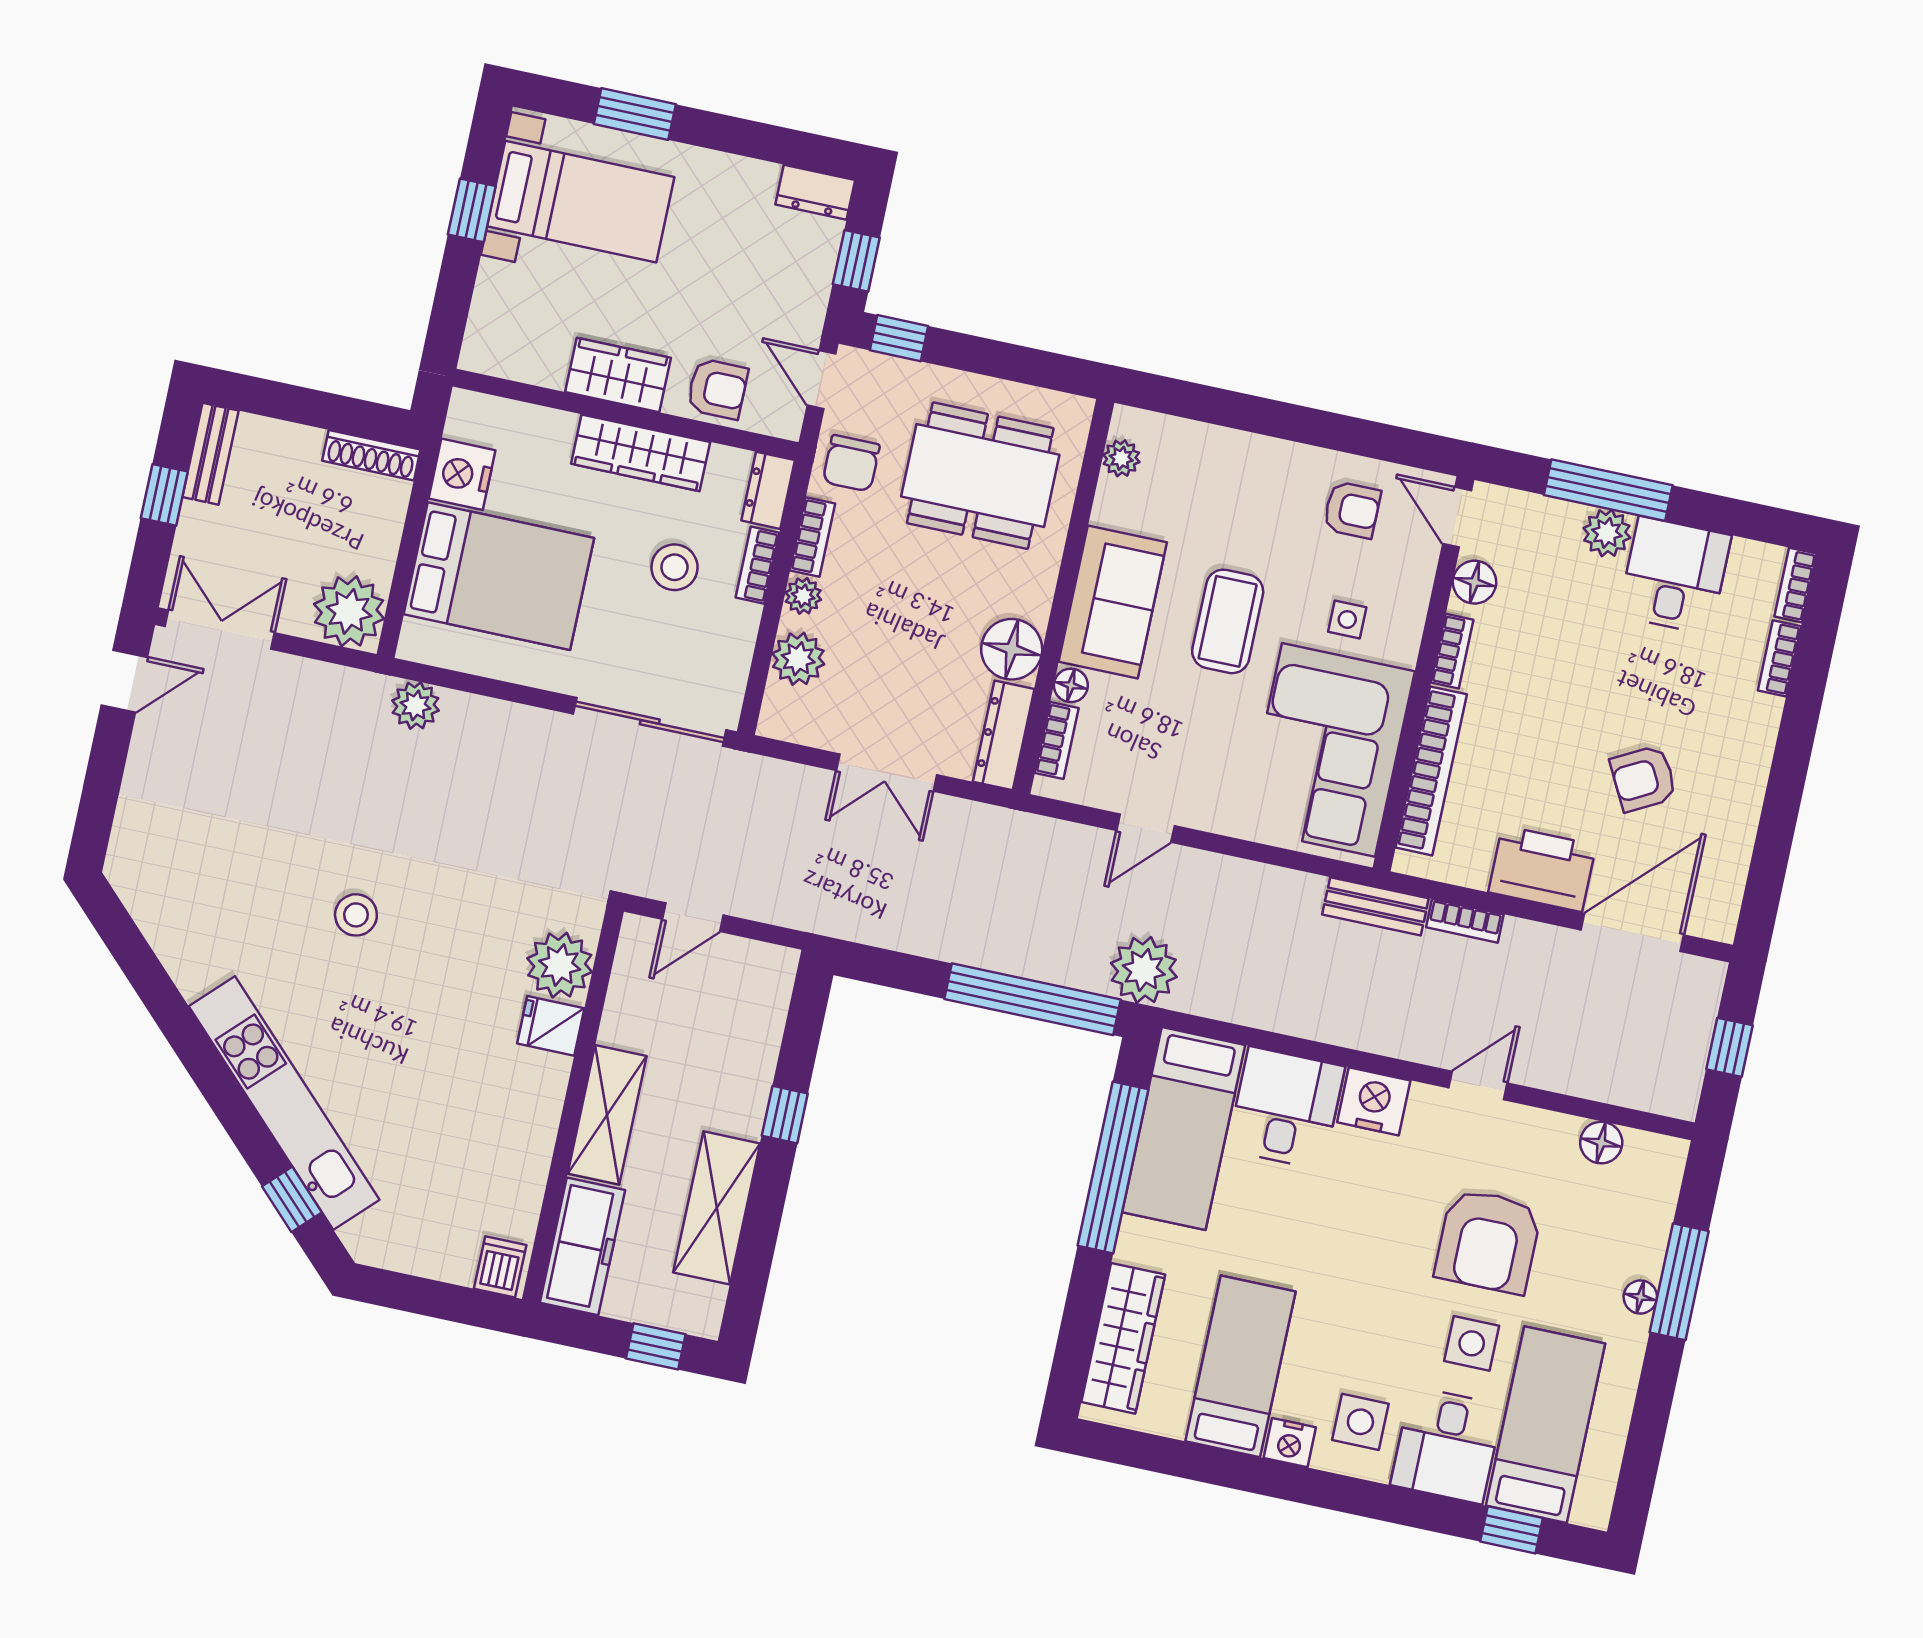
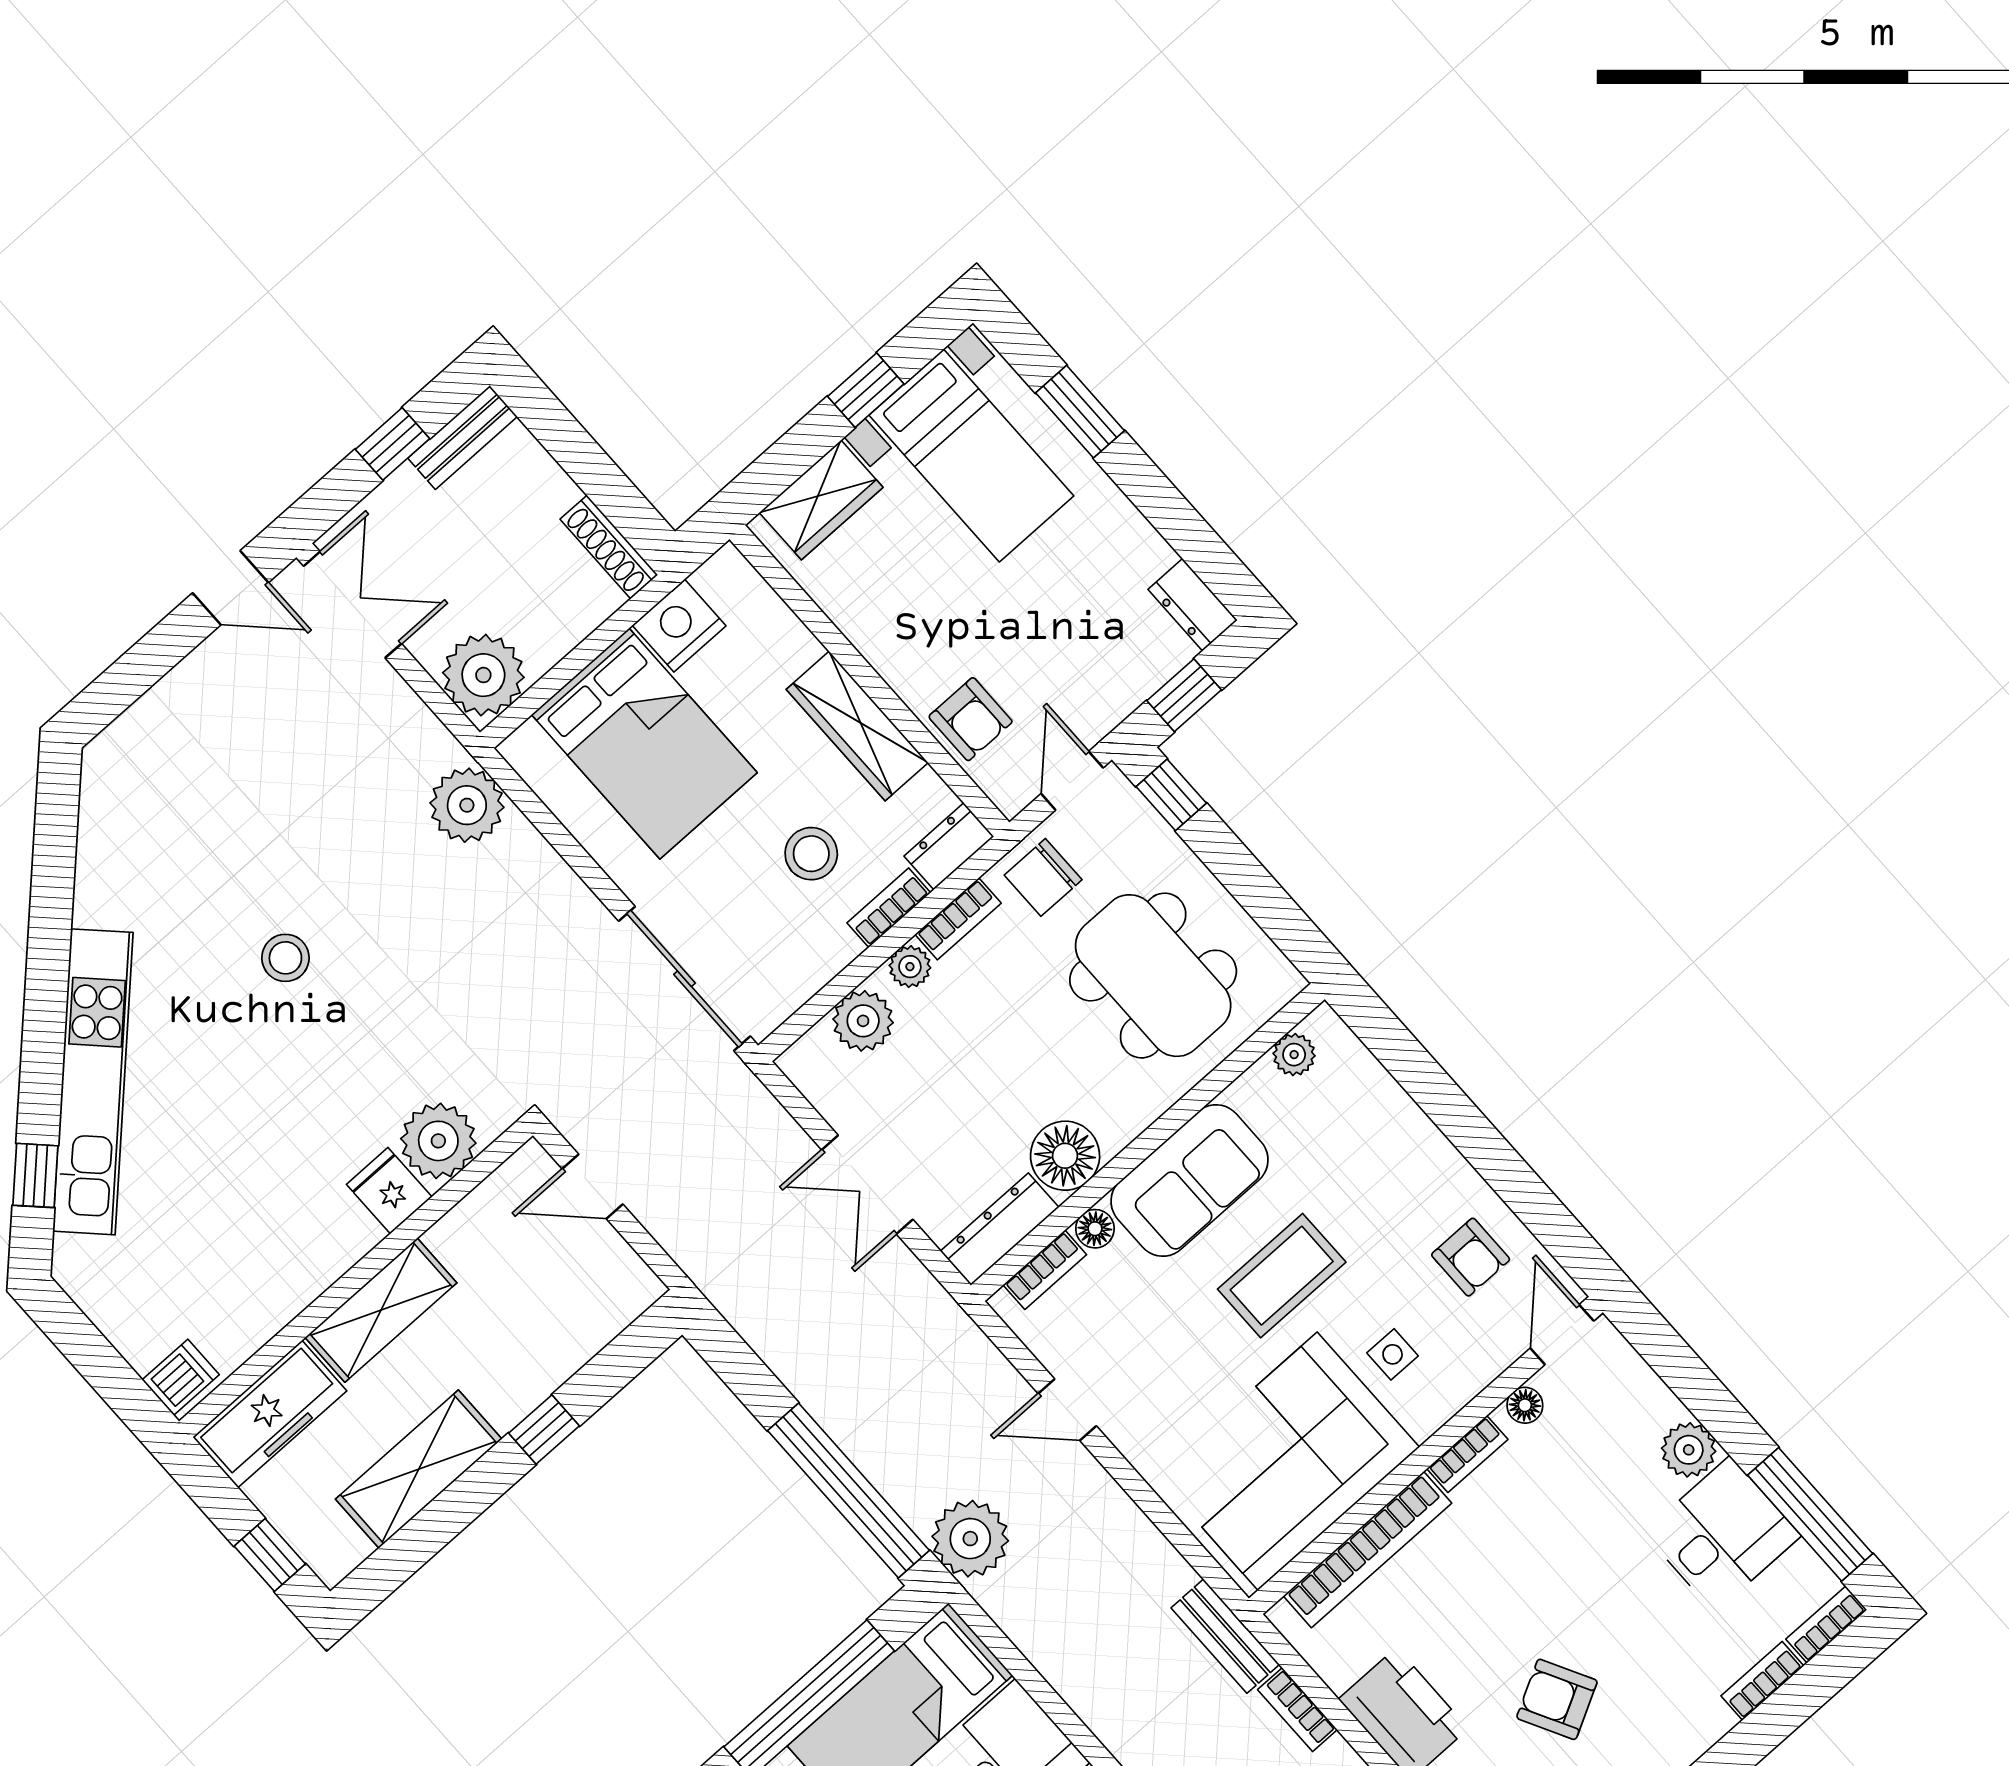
wardrobe: (618, 375) -> (821, 500), moved, turned 90
window: (1608, 490) -> (1810, 1514), moved
floor lamp: (1475, 582) -> (1525, 1405), width x0.73, depth x0.73
plant: (415, 705) -> (467, 805), width x1.36, depth x1.36

